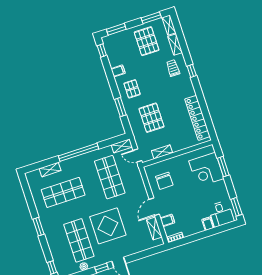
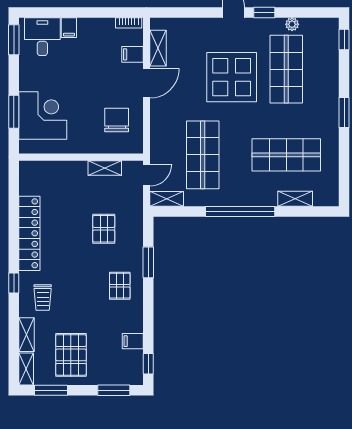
filing cabinet: (118, 71) -> (133, 341), moved
pallet: (151, 118) -> (104, 229), width x0.67, depth x0.71
locker: (197, 118) -> (29, 233), moved
door: (137, 156) -> (147, 175), hinge flipped

